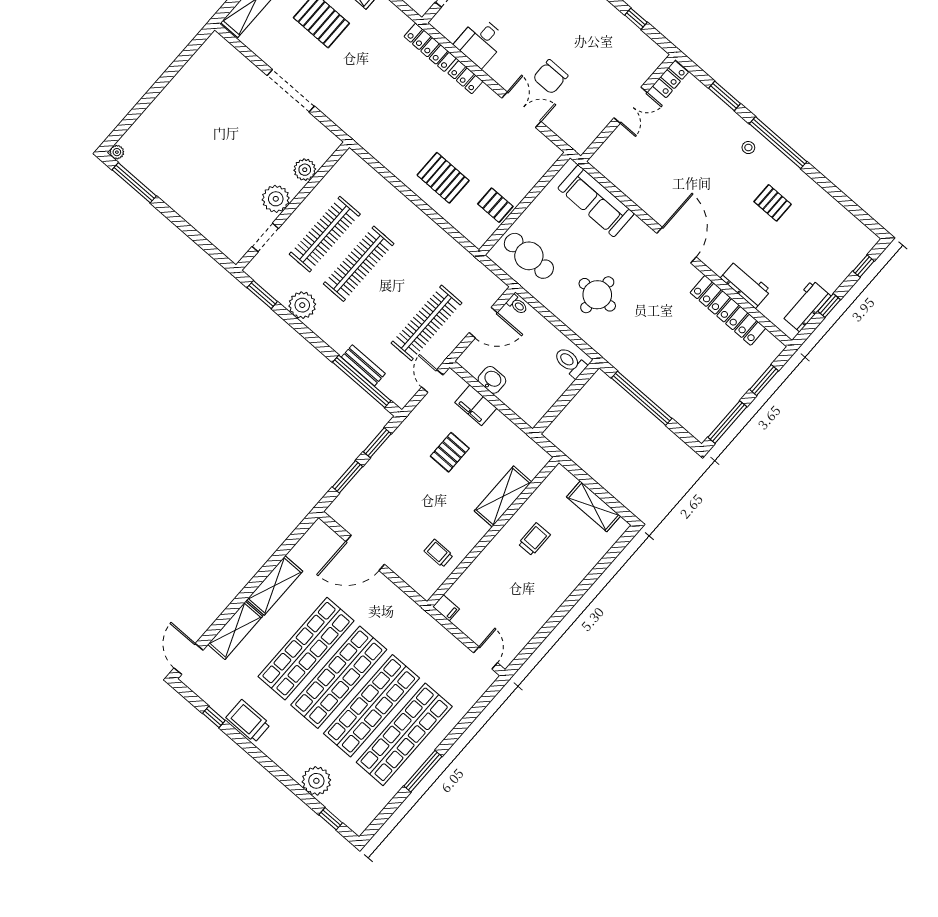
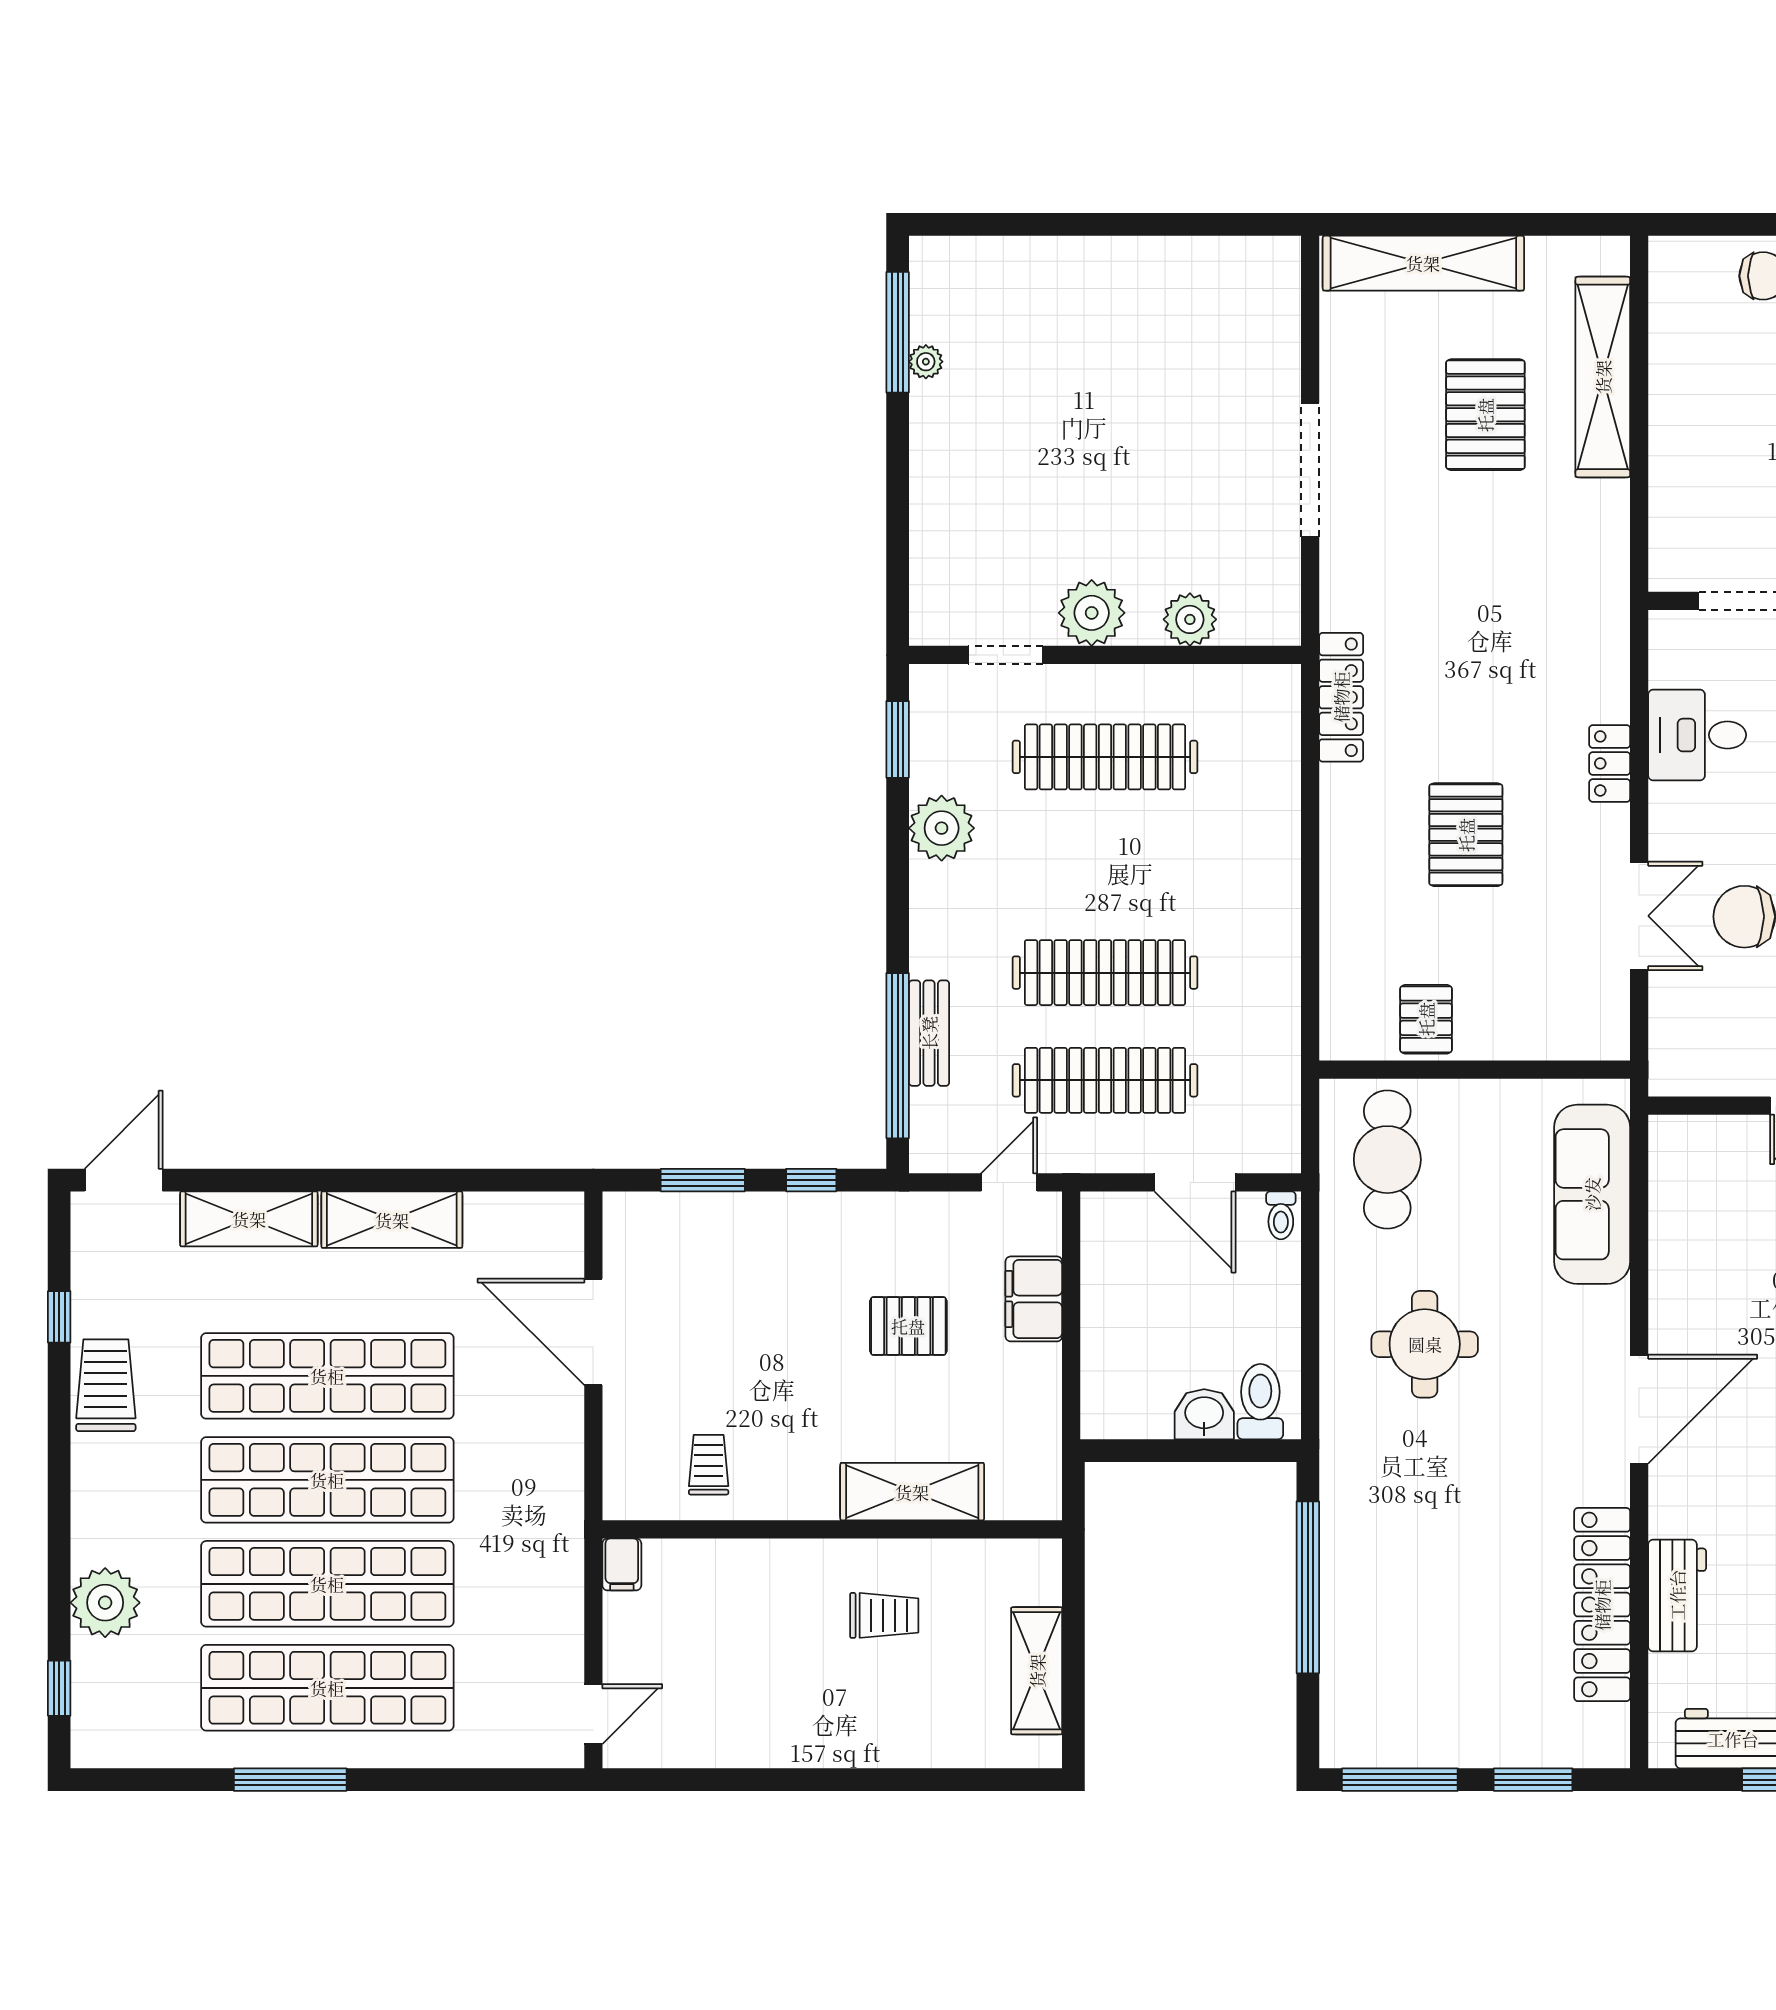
locker: (430, 47) -> (1341, 697), moved, turned 180
plant: (117, 152) -> (926, 362), moved
pallet: (443, 178) -> (1466, 835), moved
clothes rail: (359, 264) -> (1105, 973), moved
washbasin: (492, 380) -> (1204, 1414), moved, turned -90
window: (377, 443) -> (811, 1180), width x0.67

